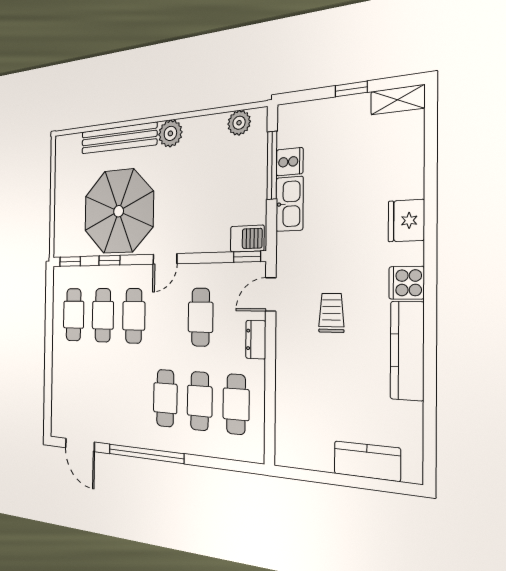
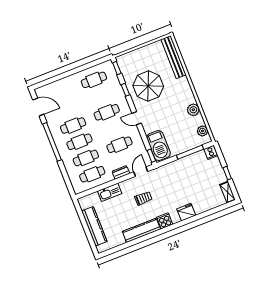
plant: (170, 133) -> (193, 110), moved
bench: (119, 138) -> (174, 57), moved
cooker: (290, 162) -> (211, 152), moved
kitchen sink: (290, 204) -> (110, 192), moved
parasol: (119, 211) -> (148, 86), width x0.73, depth x0.73
barbecue: (247, 239) -> (159, 146), width x1.88, depth x1.53
door: (271, 294) -> (141, 172), hinge flipped
cafe table: (103, 315) -> (73, 126), moved
door: (80, 445) -> (38, 107), swing flipped
kitchen counter: (367, 461) -> (94, 226), width x1.50

